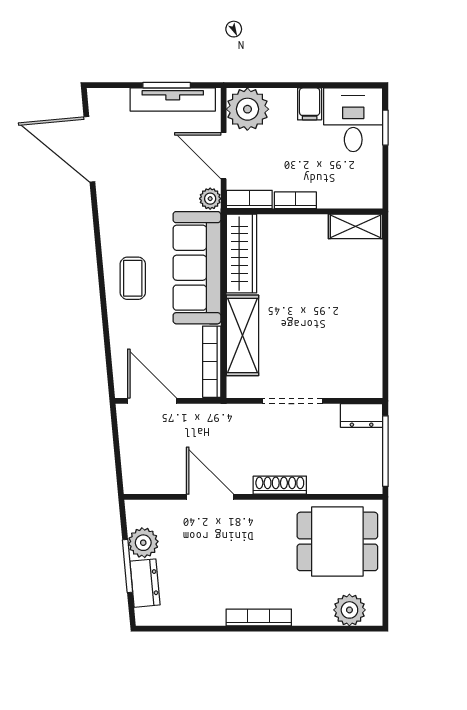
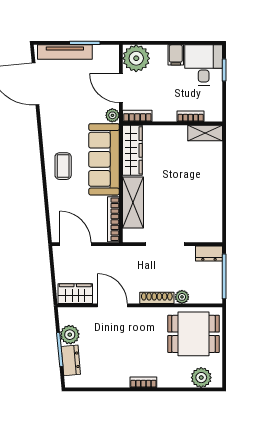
tv unit: (173, 100) -> (65, 52), moved
bookcase: (295, 200) -> (191, 116), moved
wardrobe: (152, 478) -> (75, 294), added
plant: (319, 484) -> (182, 297), added
bookcase: (259, 617) -> (143, 382), width x0.64

